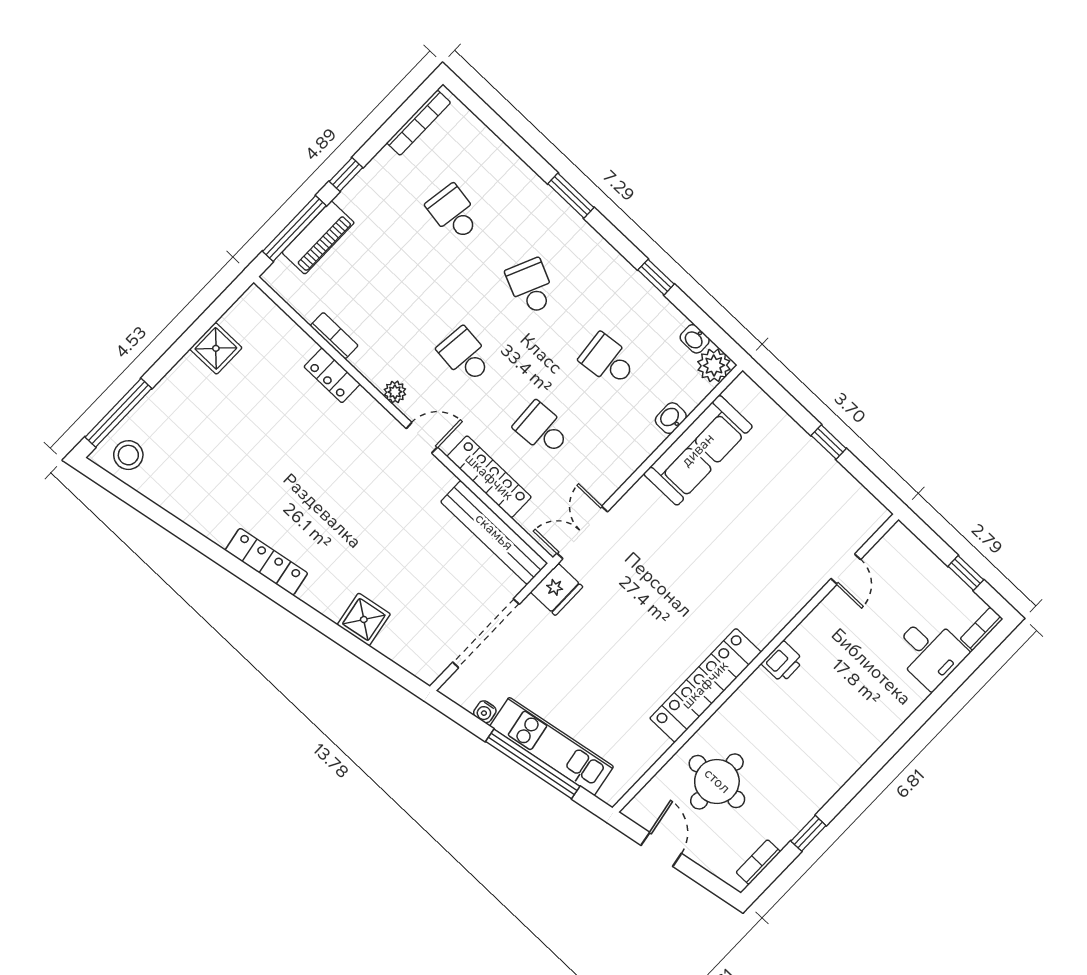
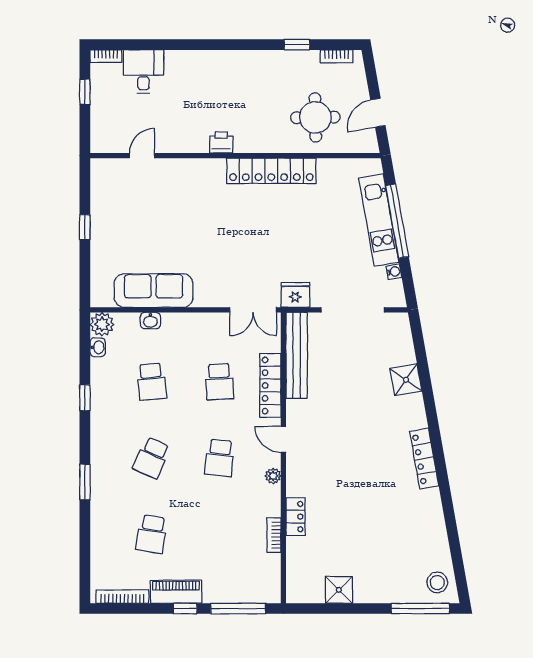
piano: (318, 238) -> (176, 592), moved

